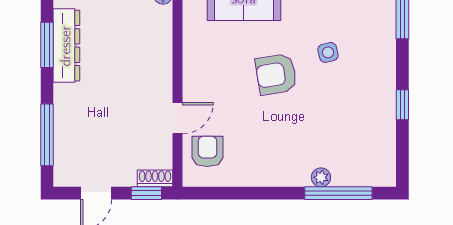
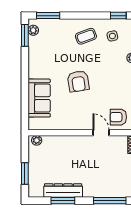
side table: (328, 52) -> (112, 36), moved
coffee table: (363, 89) -> (86, 36), added
window: (402, 105) -> (118, 16), moved

